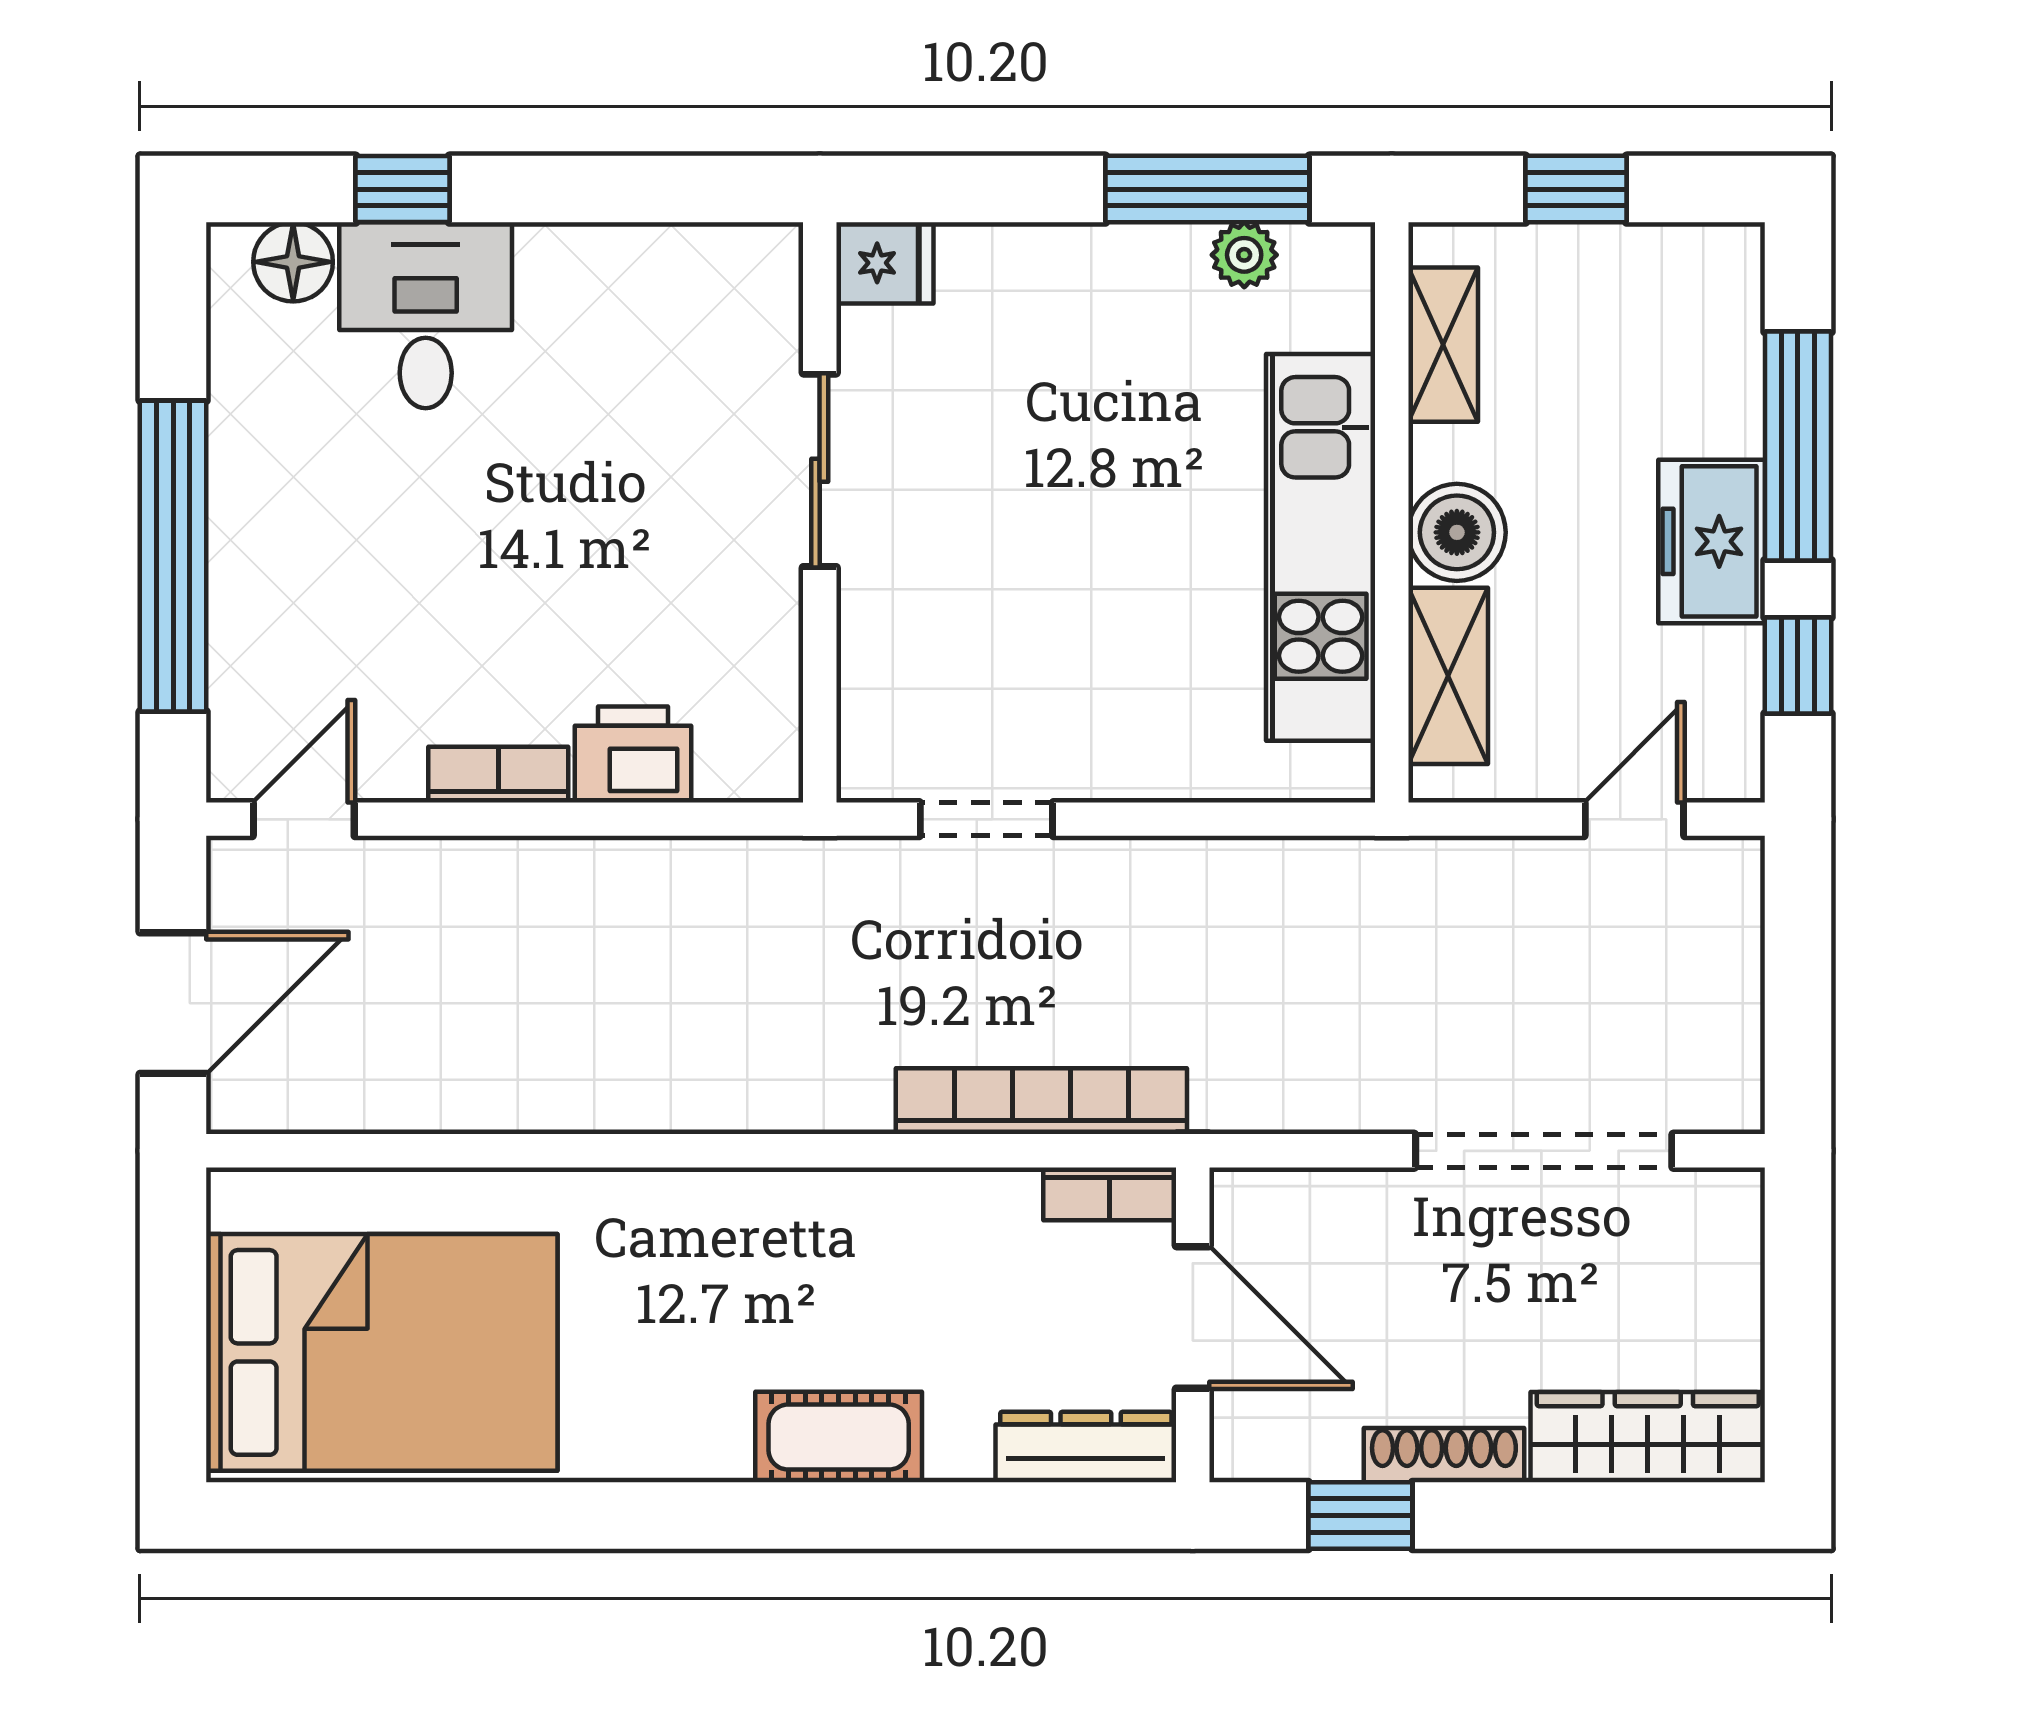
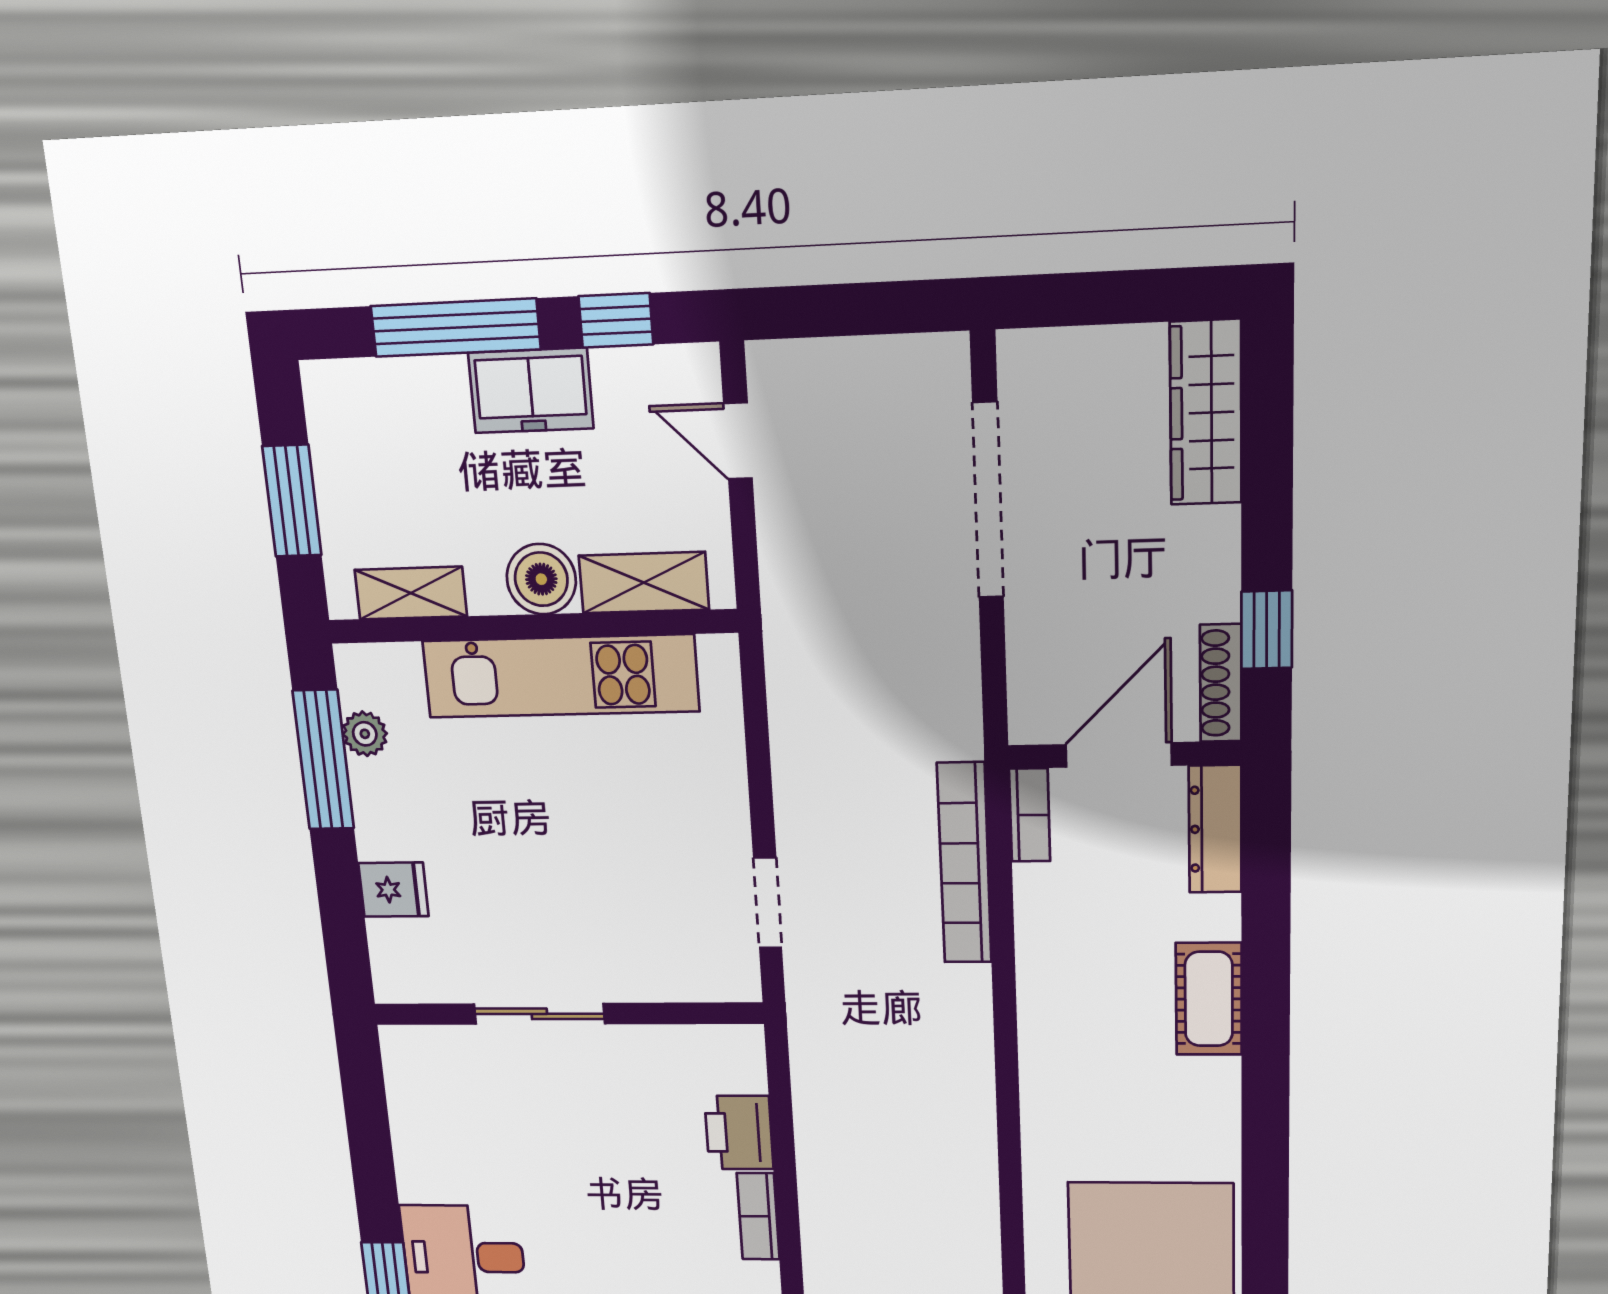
window: (1576, 189) -> (292, 501), width x1.50
fridge: (885, 263) -> (393, 890), moved, turned 90
shoe rack: (1444, 1455) -> (1221, 683), moved

